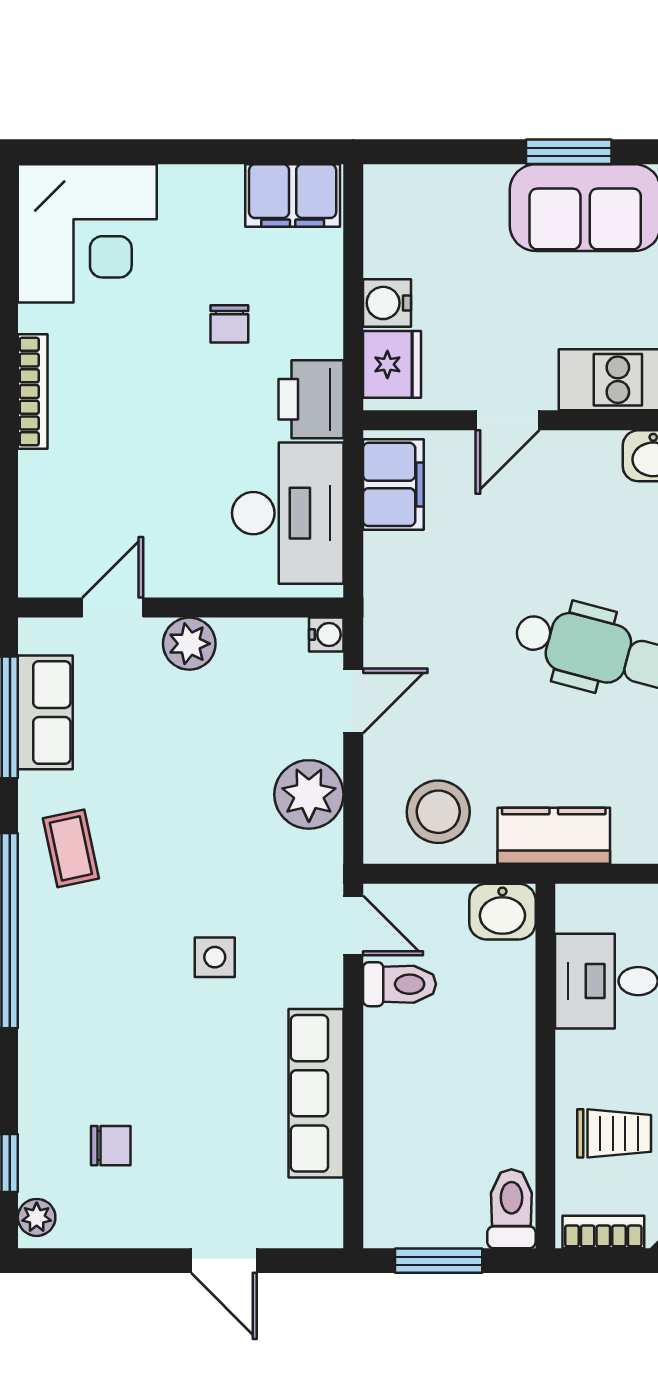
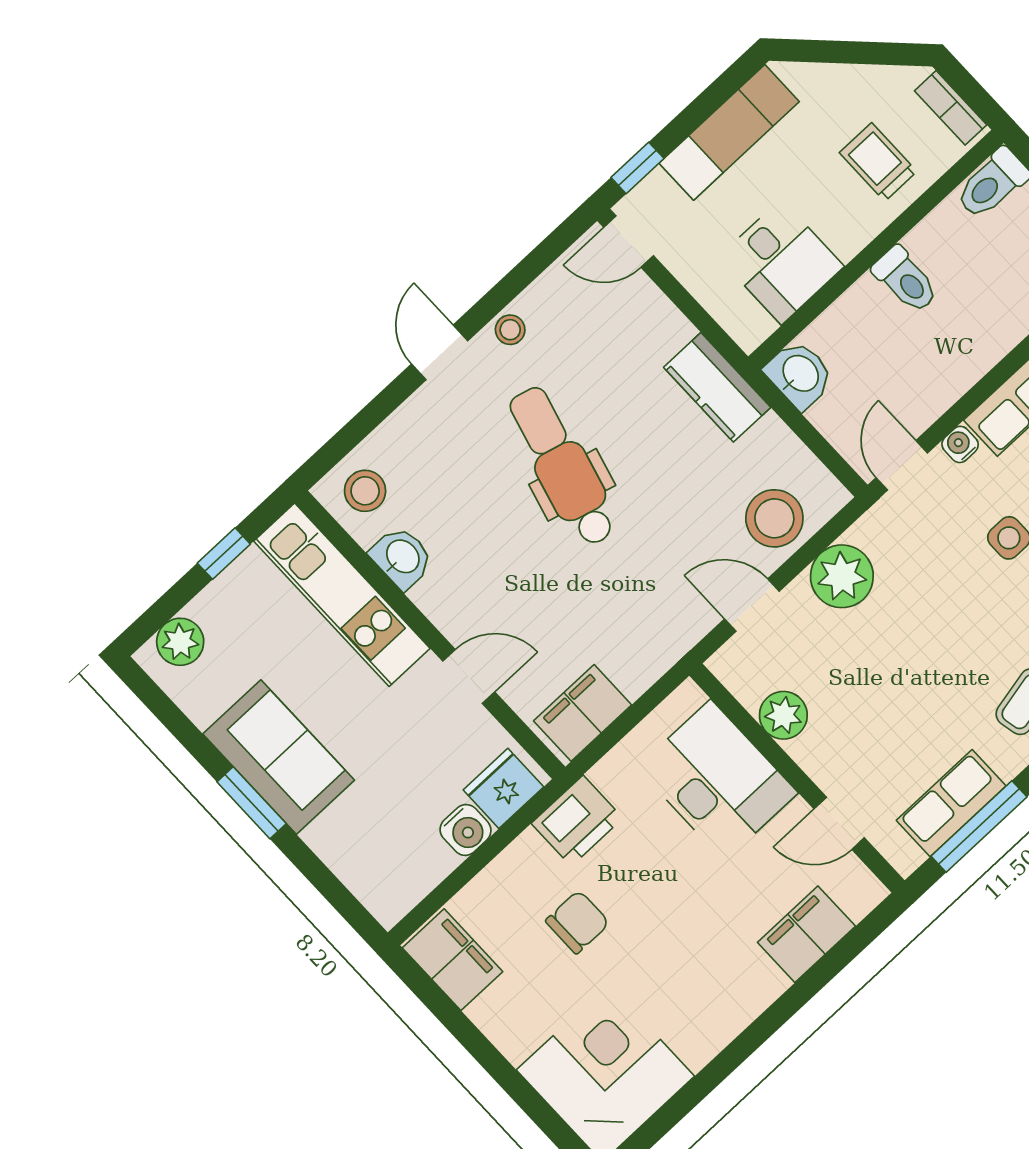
chair: (229, 324) -> (578, 922), width x1.37, depth x1.37
bookcase: (33, 392) -> (745, 1011), removed
filing cabinet: (48, 498) -> (806, 934), added
desk: (288, 513) -> (717, 780), moved, turned 90
water cooler: (326, 635) -> (960, 444), moved
plant: (189, 644) -> (783, 715), moved
stool: (438, 812) -> (774, 518), moved
toilet: (399, 984) -> (906, 280), moved, turned 180

